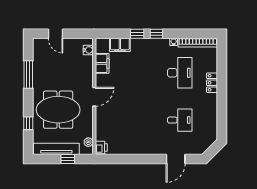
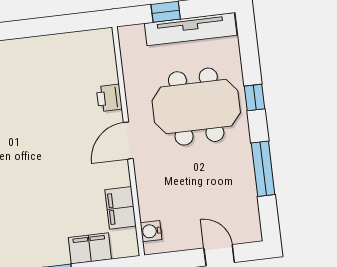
window: (28, 123) -> (255, 98), moved
plant: (88, 142) -> (129, 50), removed
printer: (101, 147) -> (109, 98), moved

